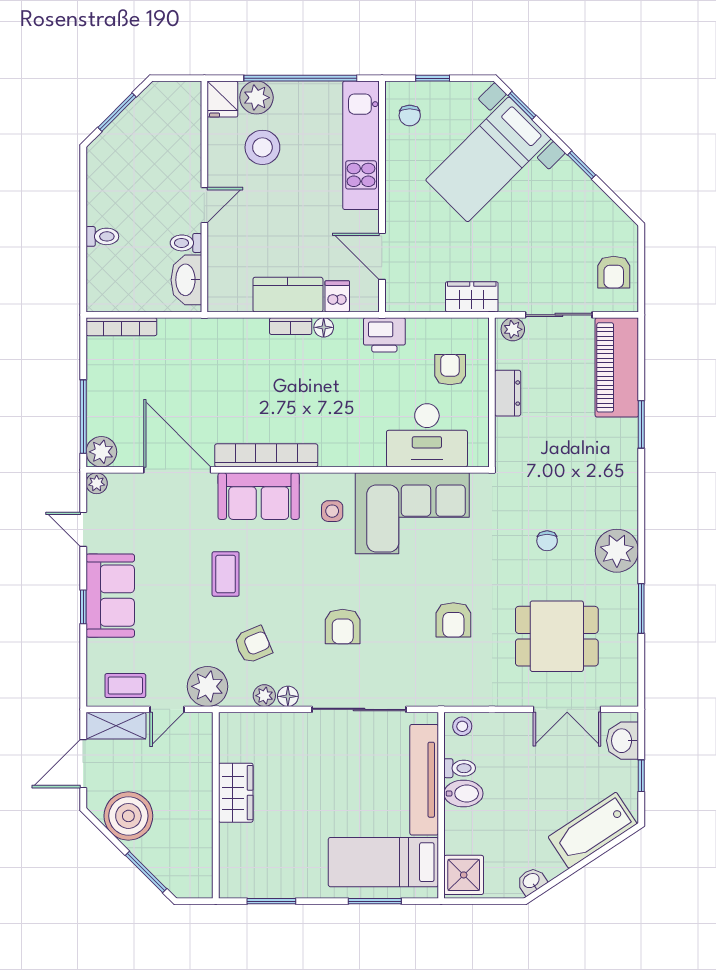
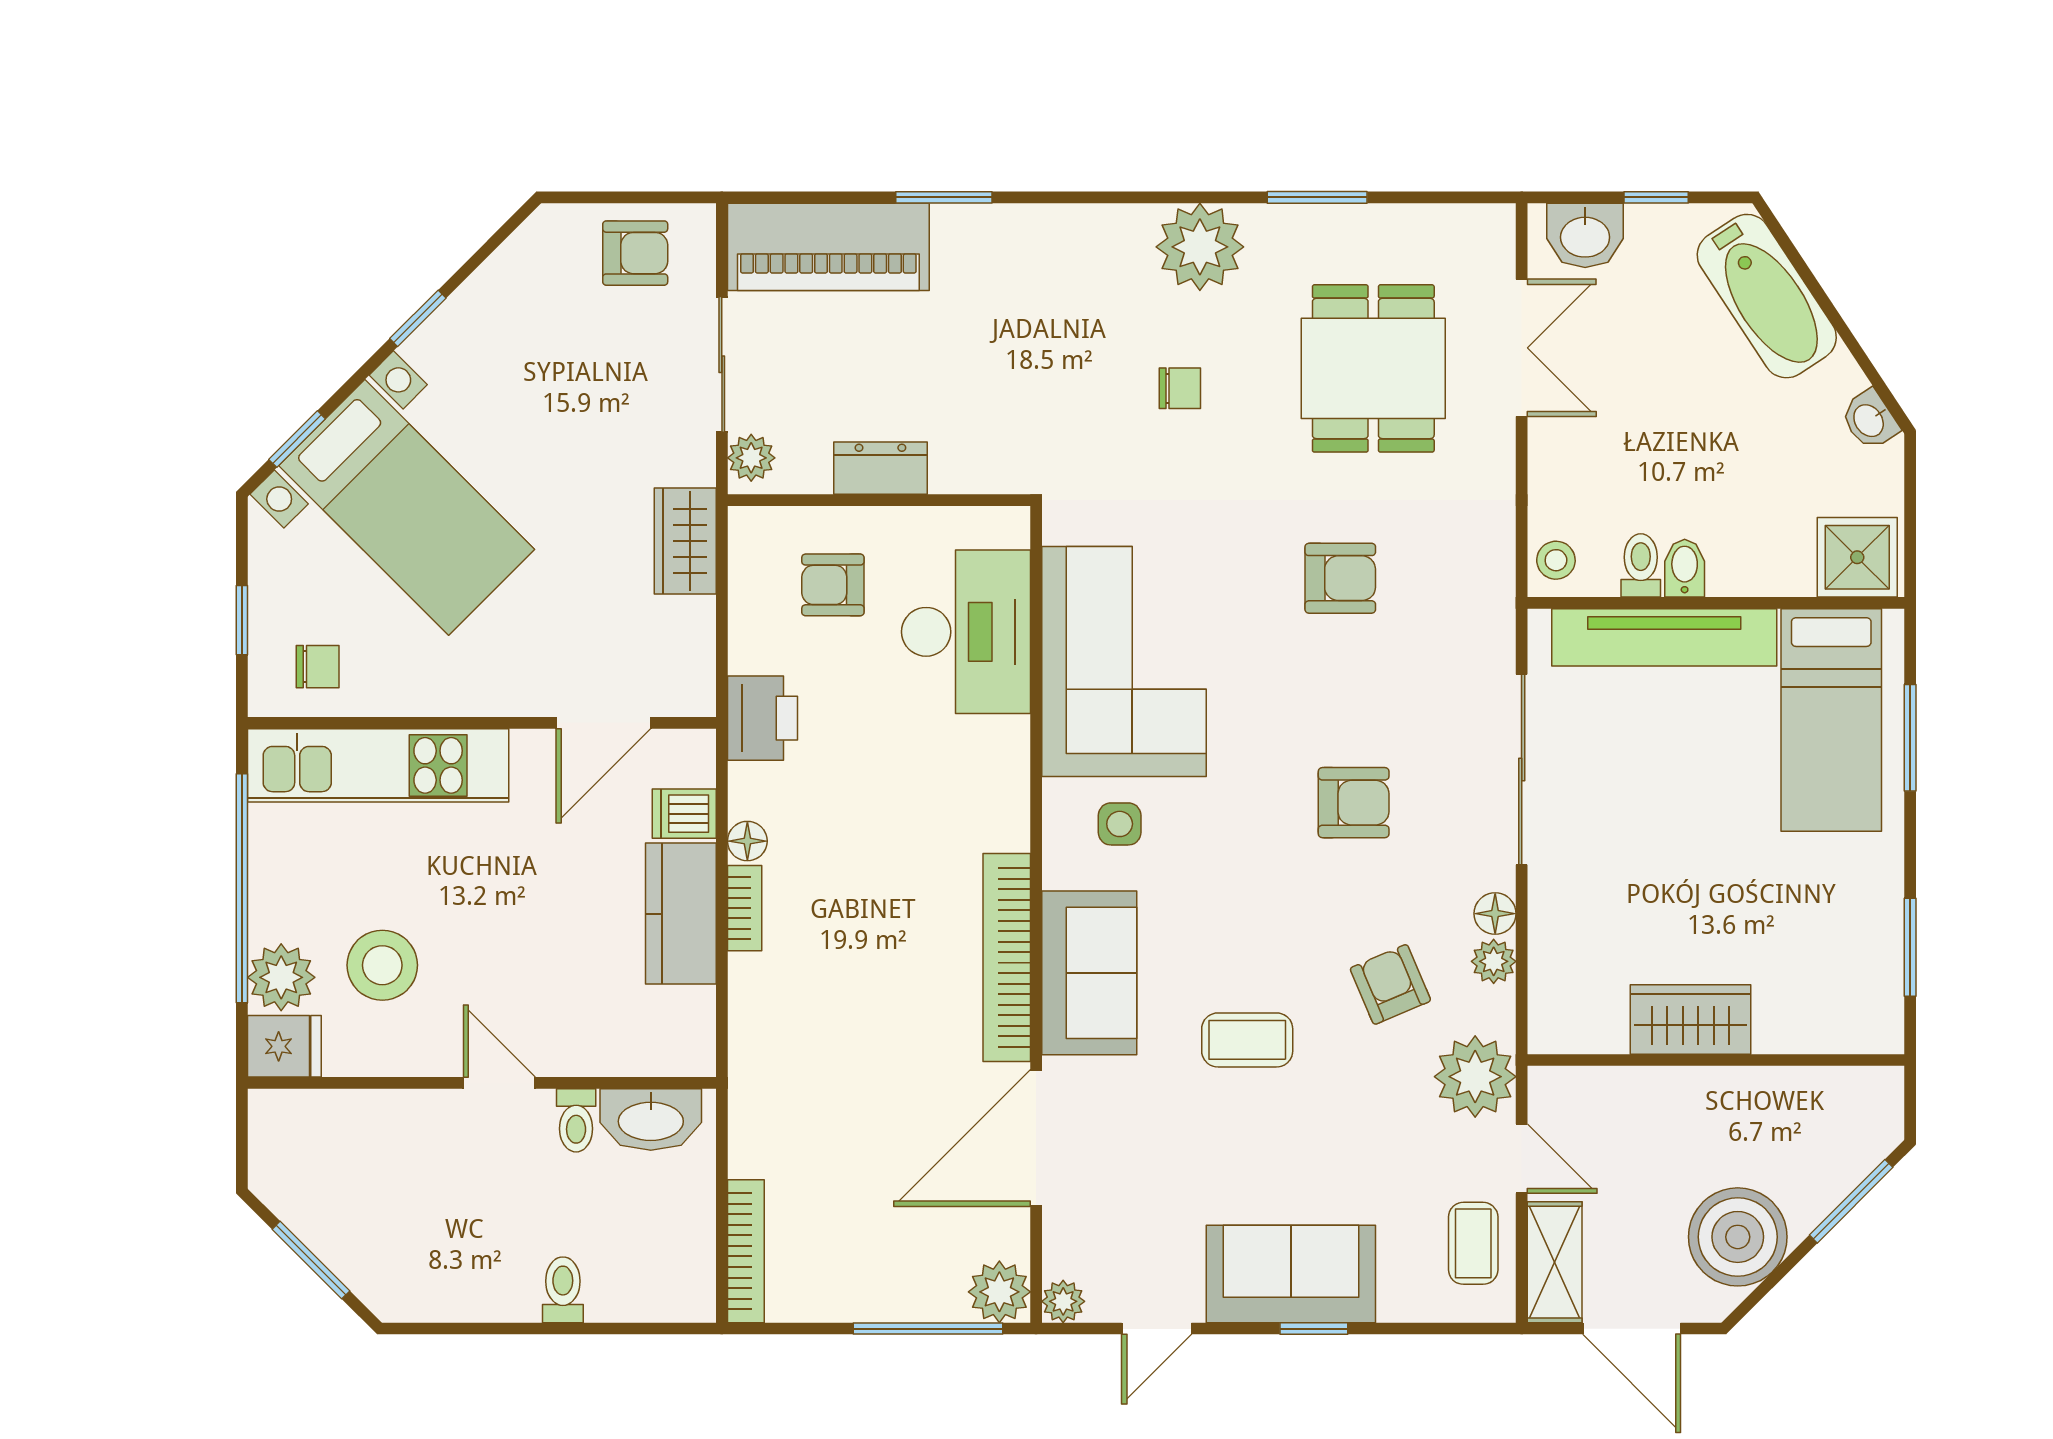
bidet: (463, 793) -> (1685, 568), width x0.72, depth x0.74

